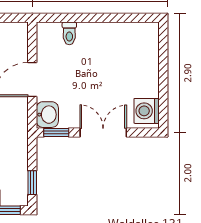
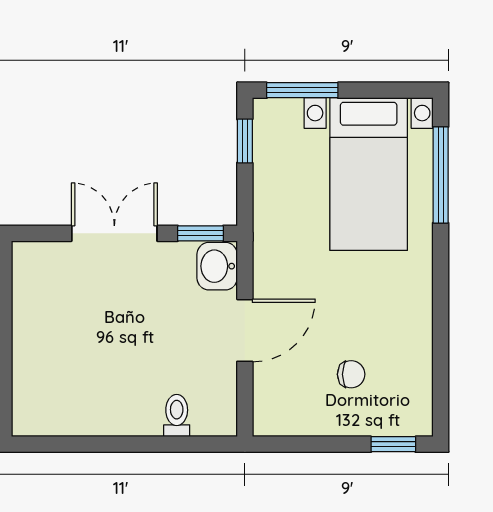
washing machine: (147, 111) -> (35, 273), removed
double door: (103, 132) -> (114, 233), swing flipped

